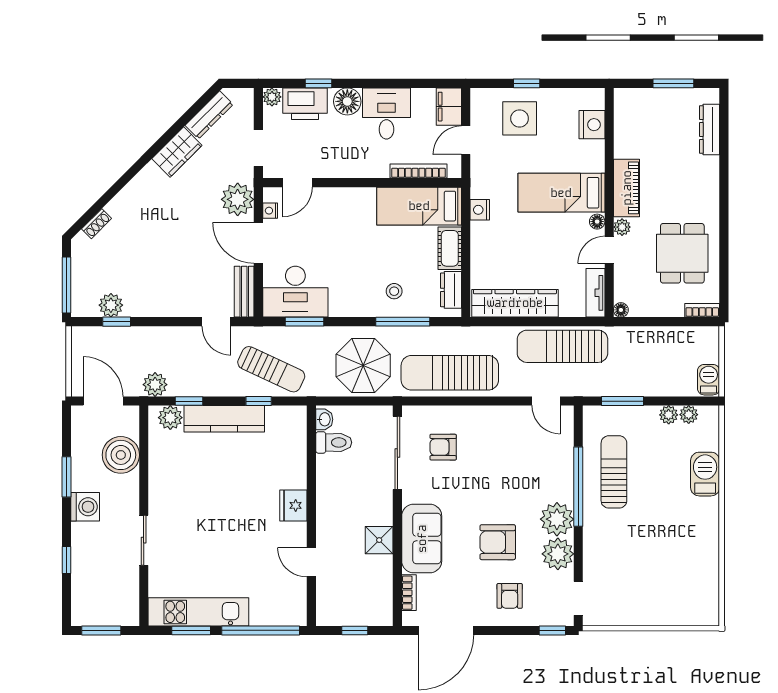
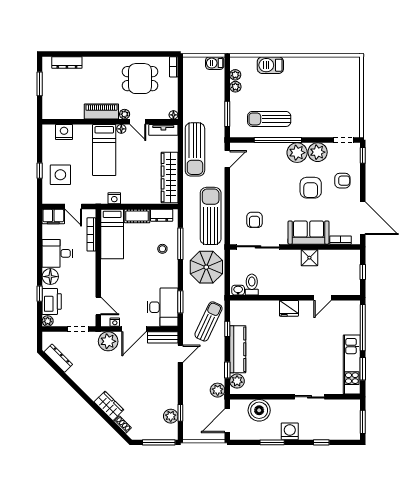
wardrobe: (177, 152) -> (109, 406), moved
sun lounger: (450, 373) -> (211, 216), turned 180

